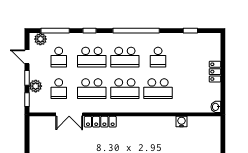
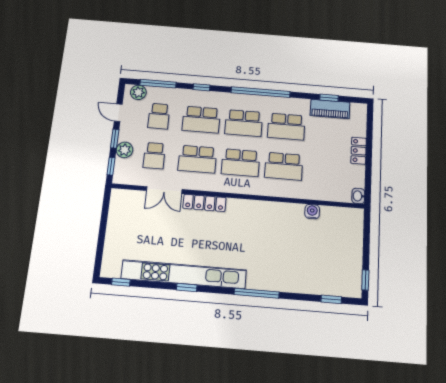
piano: (191, 40) -> (330, 109), added
school desk: (158, 57) -> (286, 127), width x1.85

